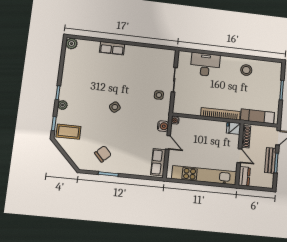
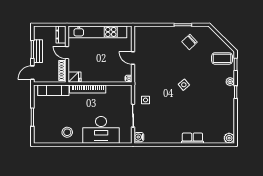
desk: (205, 65) -> (101, 130), width x1.36, depth x1.30
water cooler: (163, 126) -> (139, 137), moved
row of seats: (158, 162) -> (140, 39), removed

